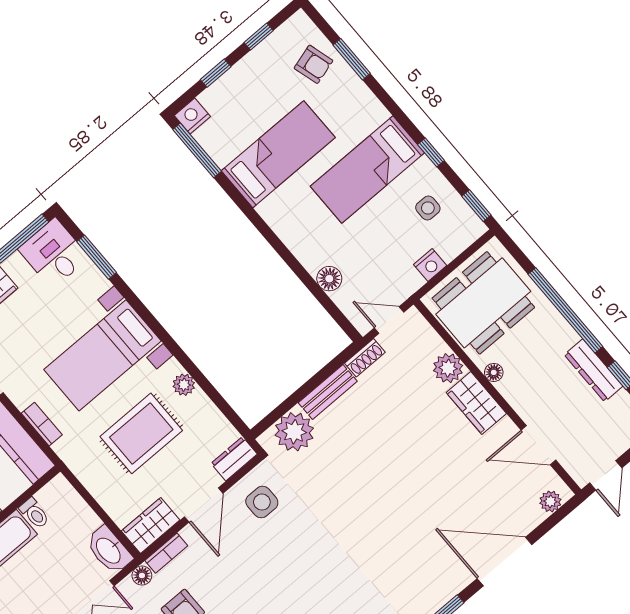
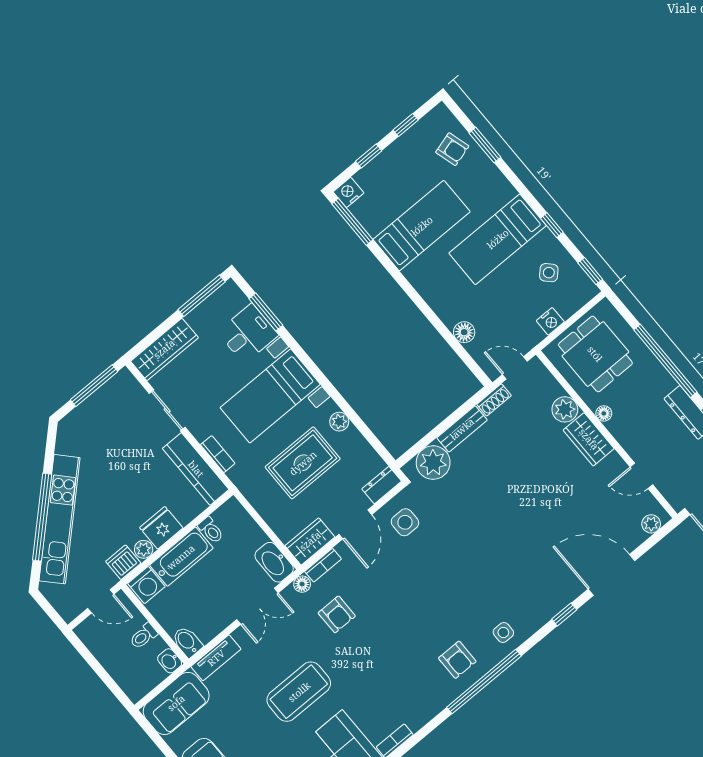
side table: (428, 208) -> (549, 273), turned 45
desk: (54, 253) -> (248, 334), moved, turned 90
dining table: (483, 303) -> (595, 354), width x0.73
door: (538, 445) -> (641, 476), width x0.73

